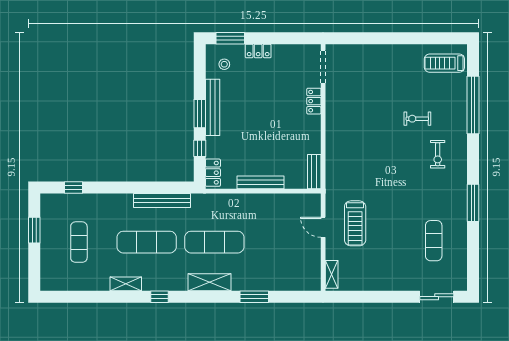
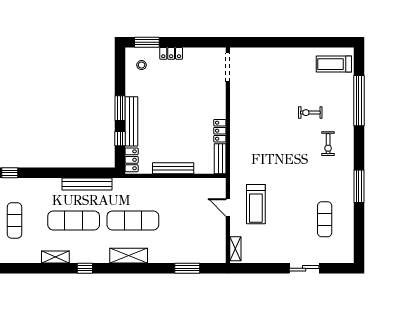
locker: (314, 101) -> (220, 131), moved
bench: (213, 107) -> (131, 121), moved
window: (254, 297) -> (187, 268), moved
sliding door: (437, 297) -> (304, 268), moved

